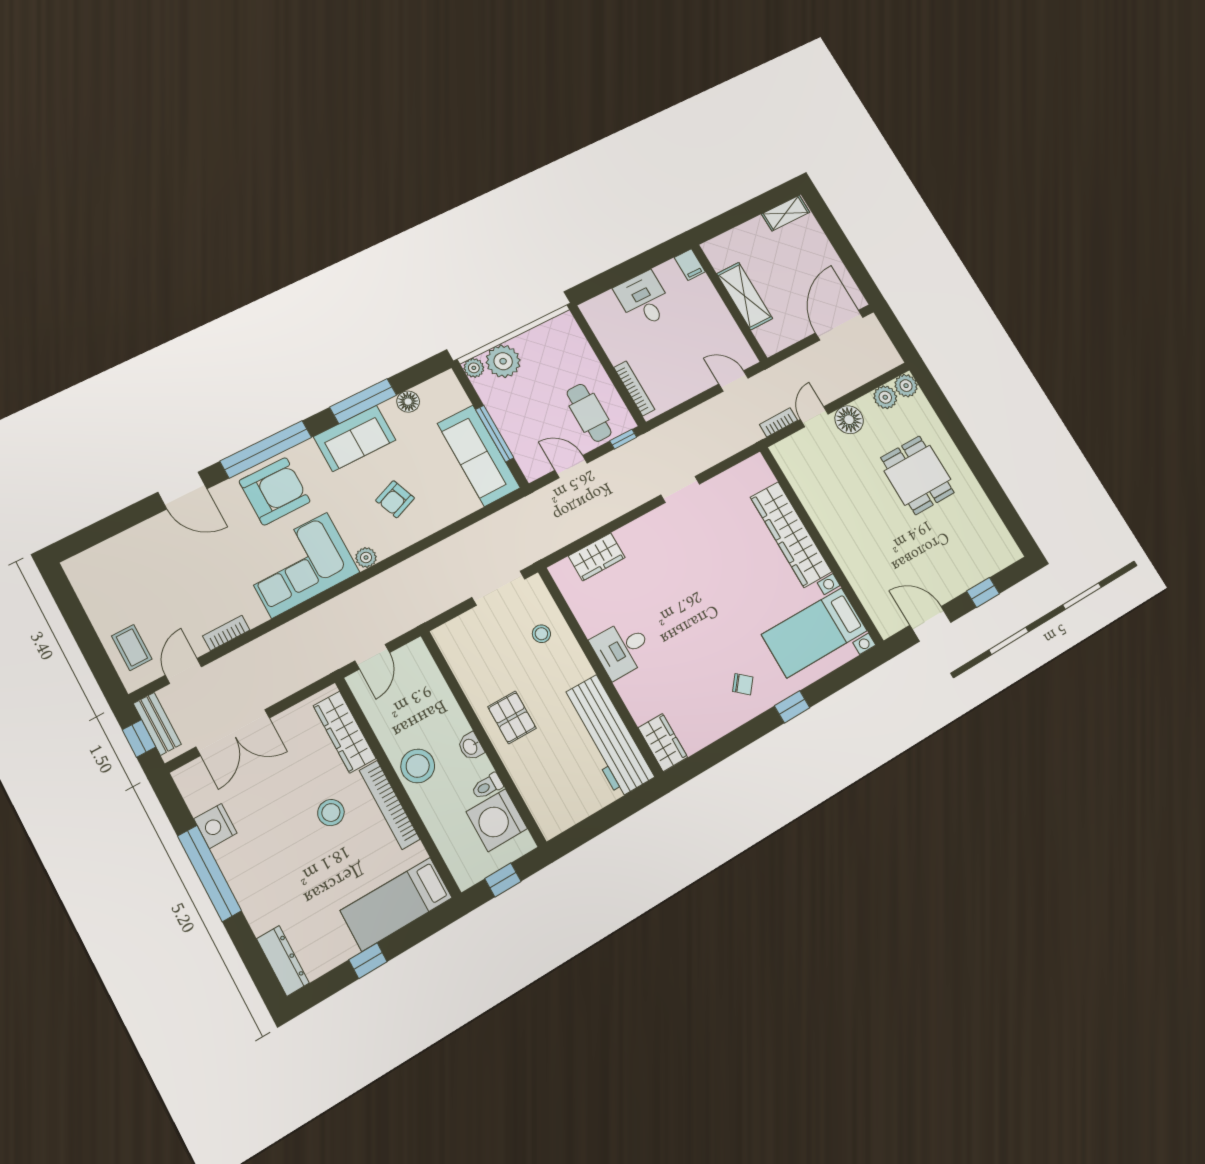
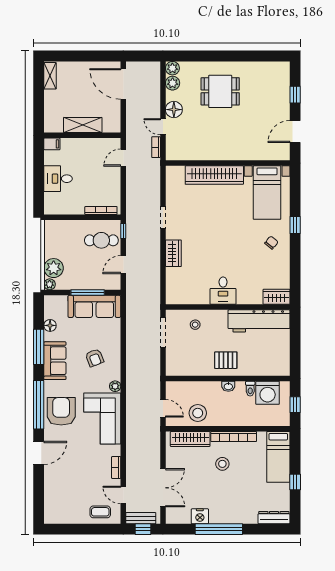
wardrobe: (597, 557) -> (173, 253), moved
stool: (418, 766) -> (198, 413), moved

